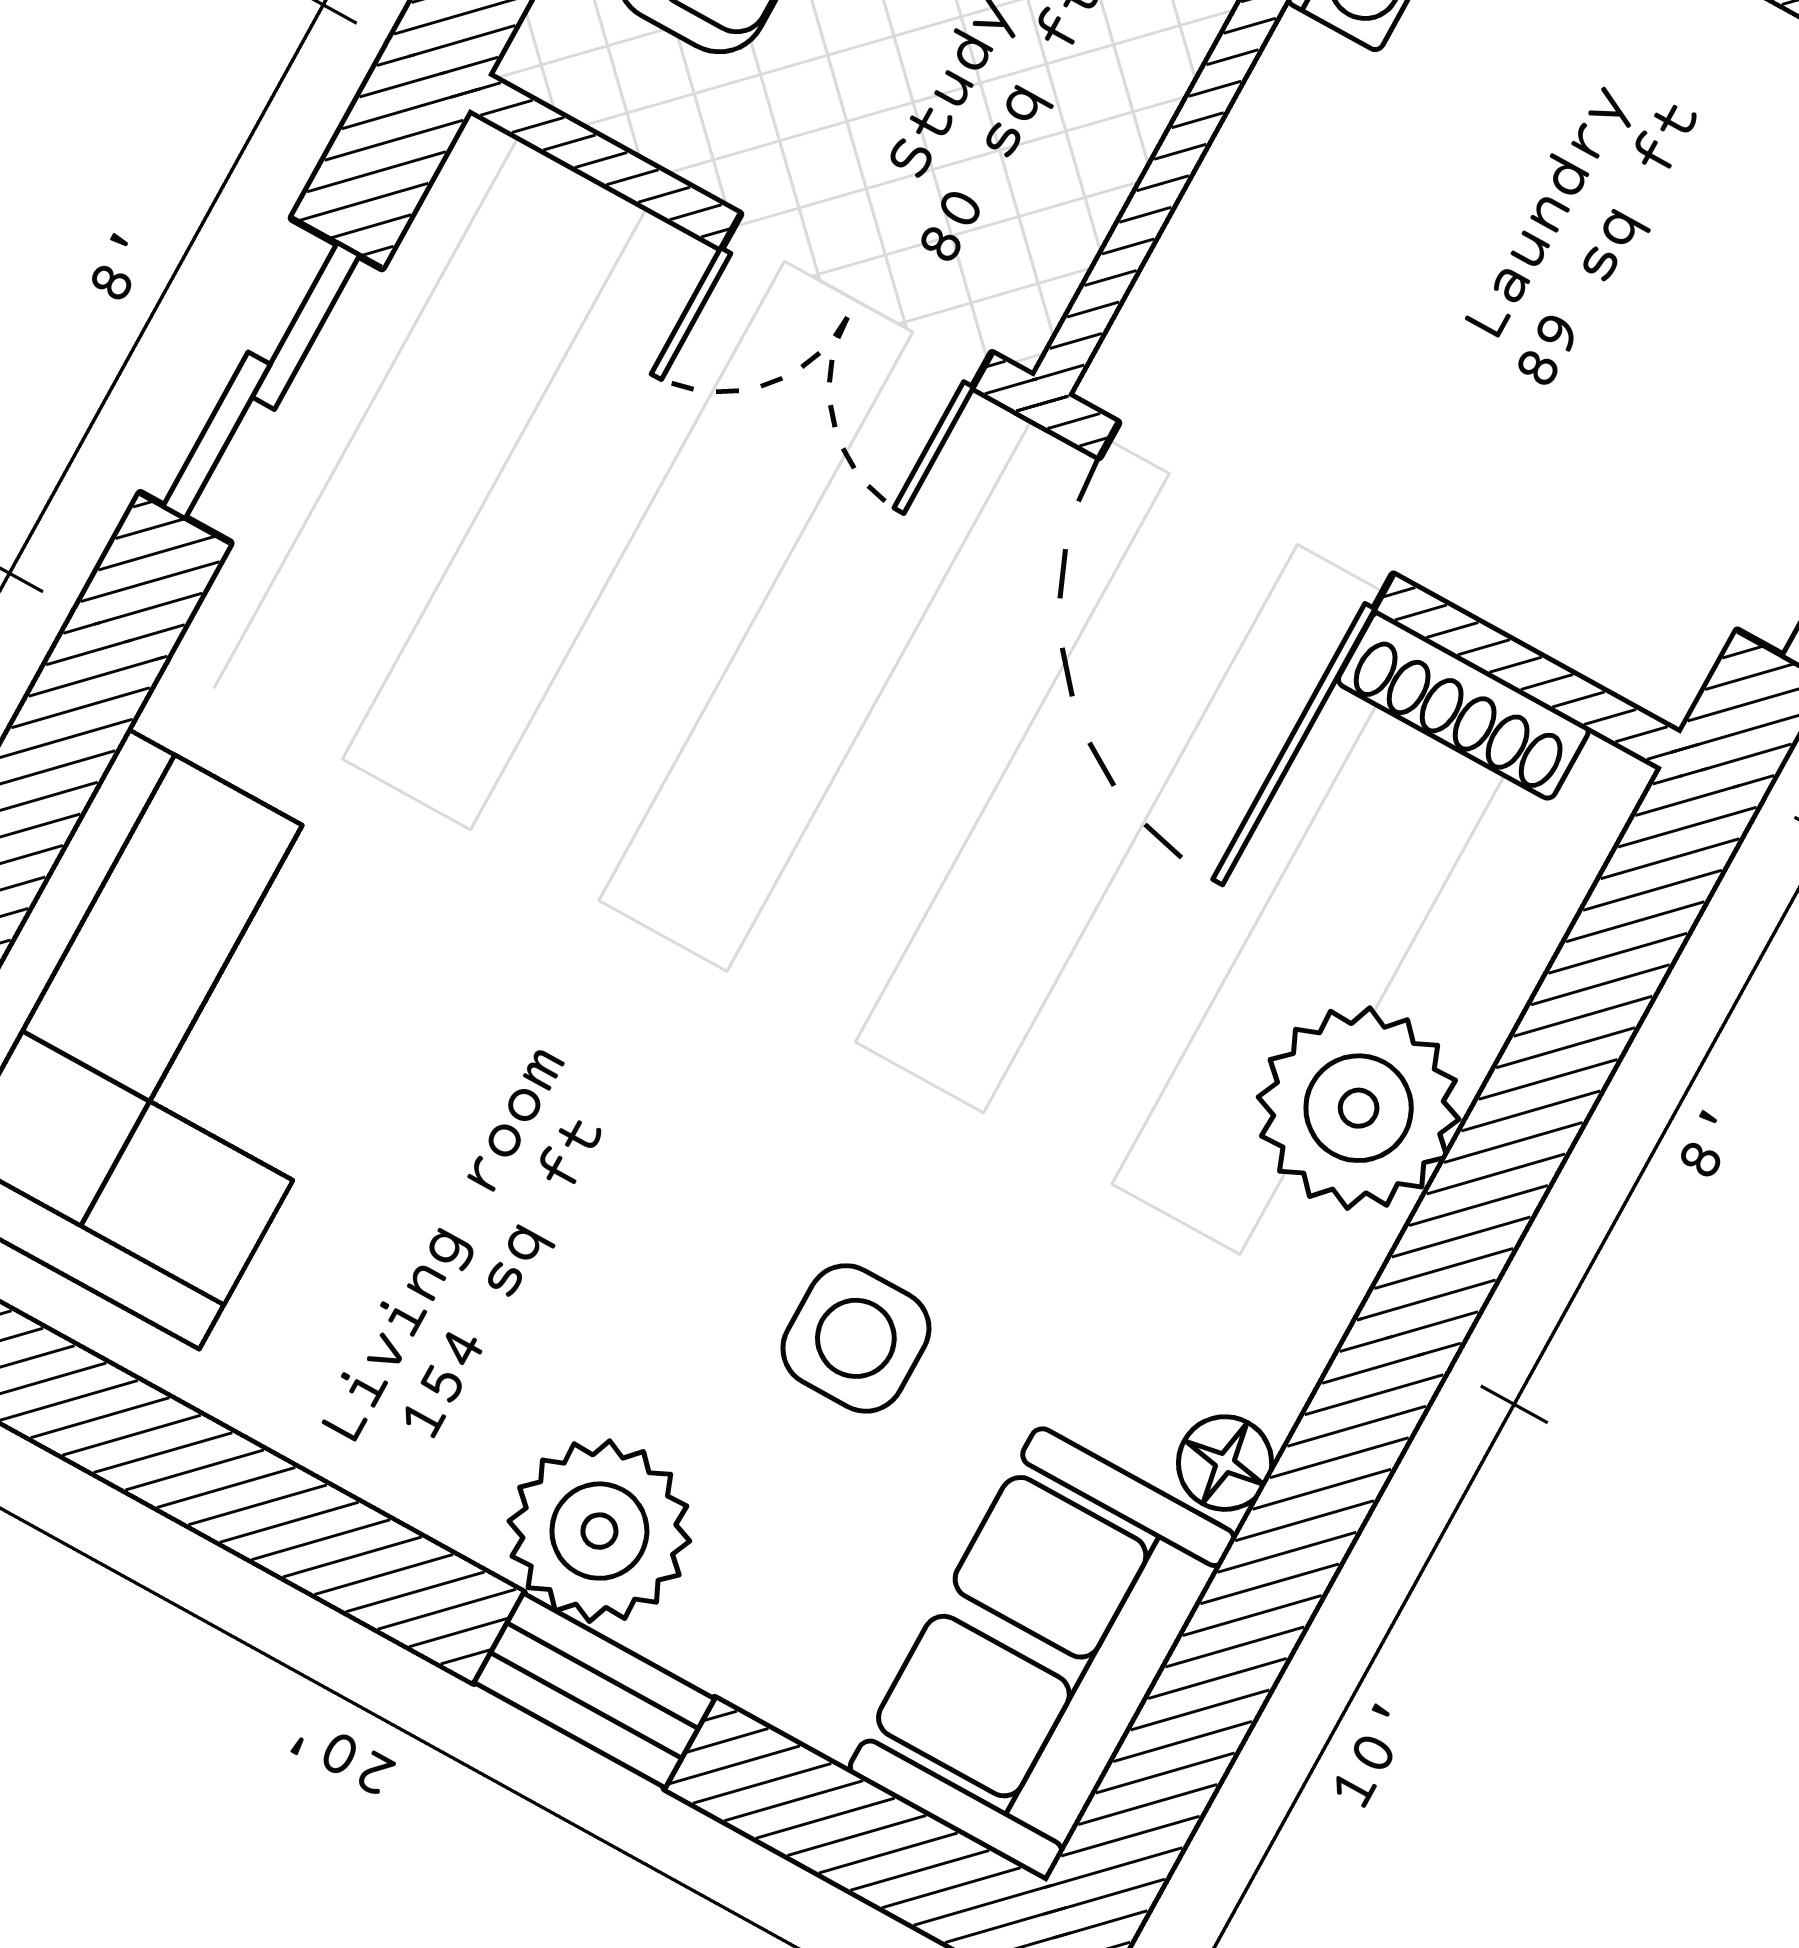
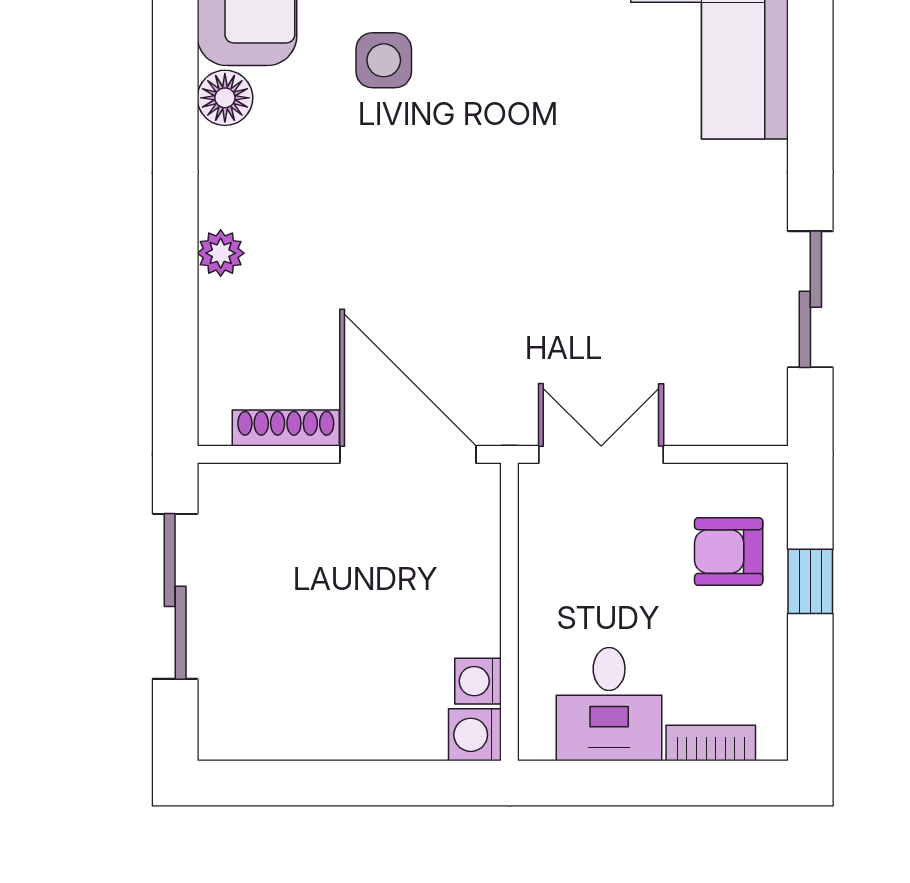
plant: (1359, 1108) -> (221, 253), width x0.53, depth x0.53
floor lamp: (1225, 1463) -> (225, 98), width x1.37, depth x1.37

